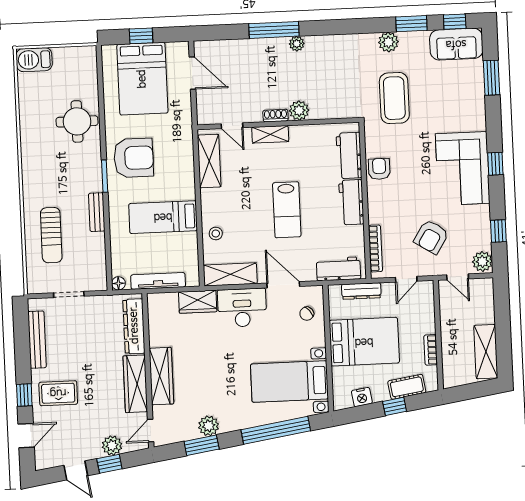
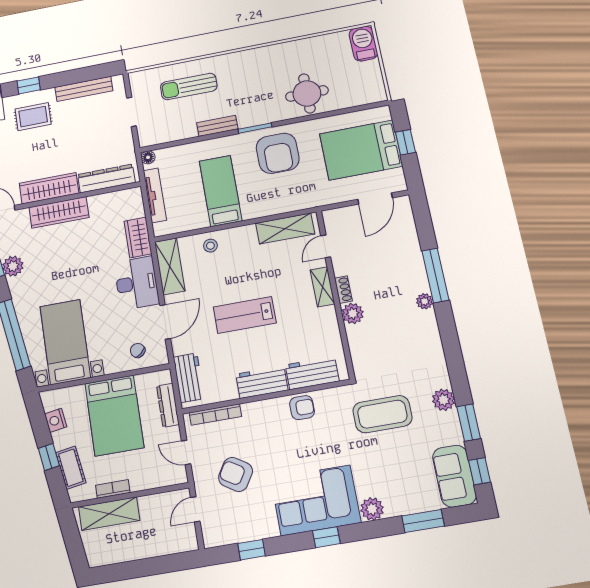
plant: (482, 261) -> (372, 509), moved
shelving: (486, 352) -> (109, 514), moved
rug: (58, 393) -> (33, 117), turned 90

